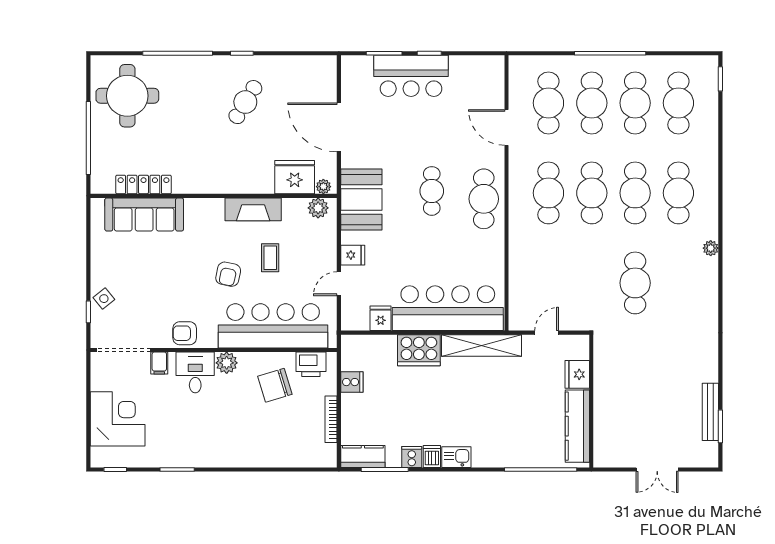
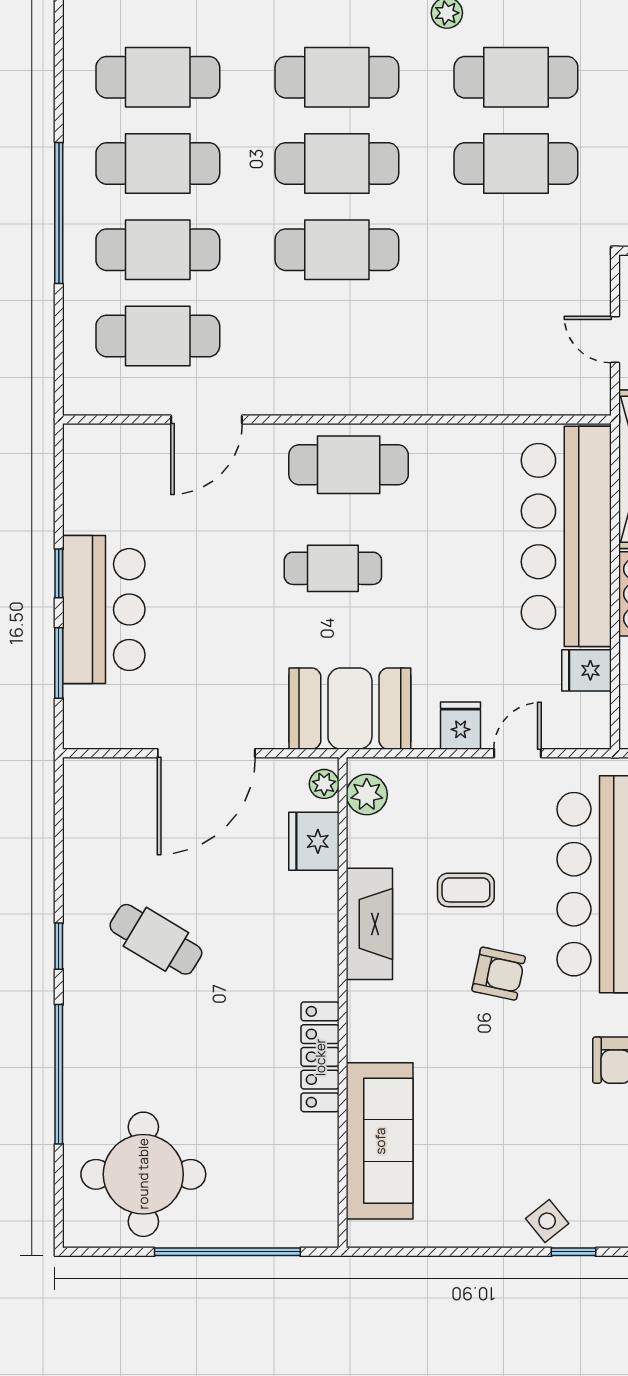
fridge: (295, 177) -> (314, 841), width x0.73, depth x0.75
locker: (144, 184) -> (320, 1057), moved
cafe table: (548, 193) -> (516, 77), moved
door: (339, 284) -> (517, 753), swing flipped

